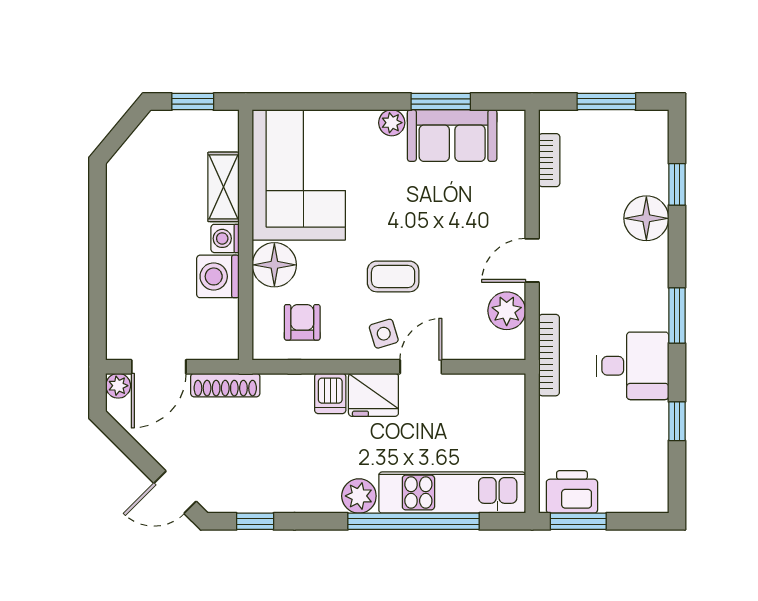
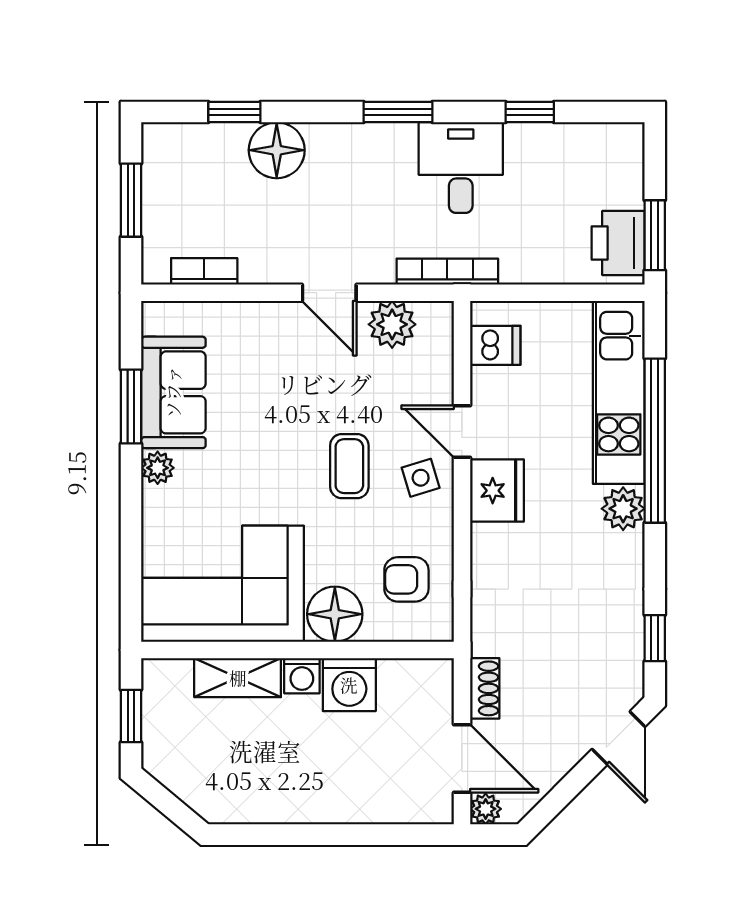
shoe rack: (225, 385) -> (485, 688), width x0.70
dishwasher: (330, 393) -> (495, 345), moved

